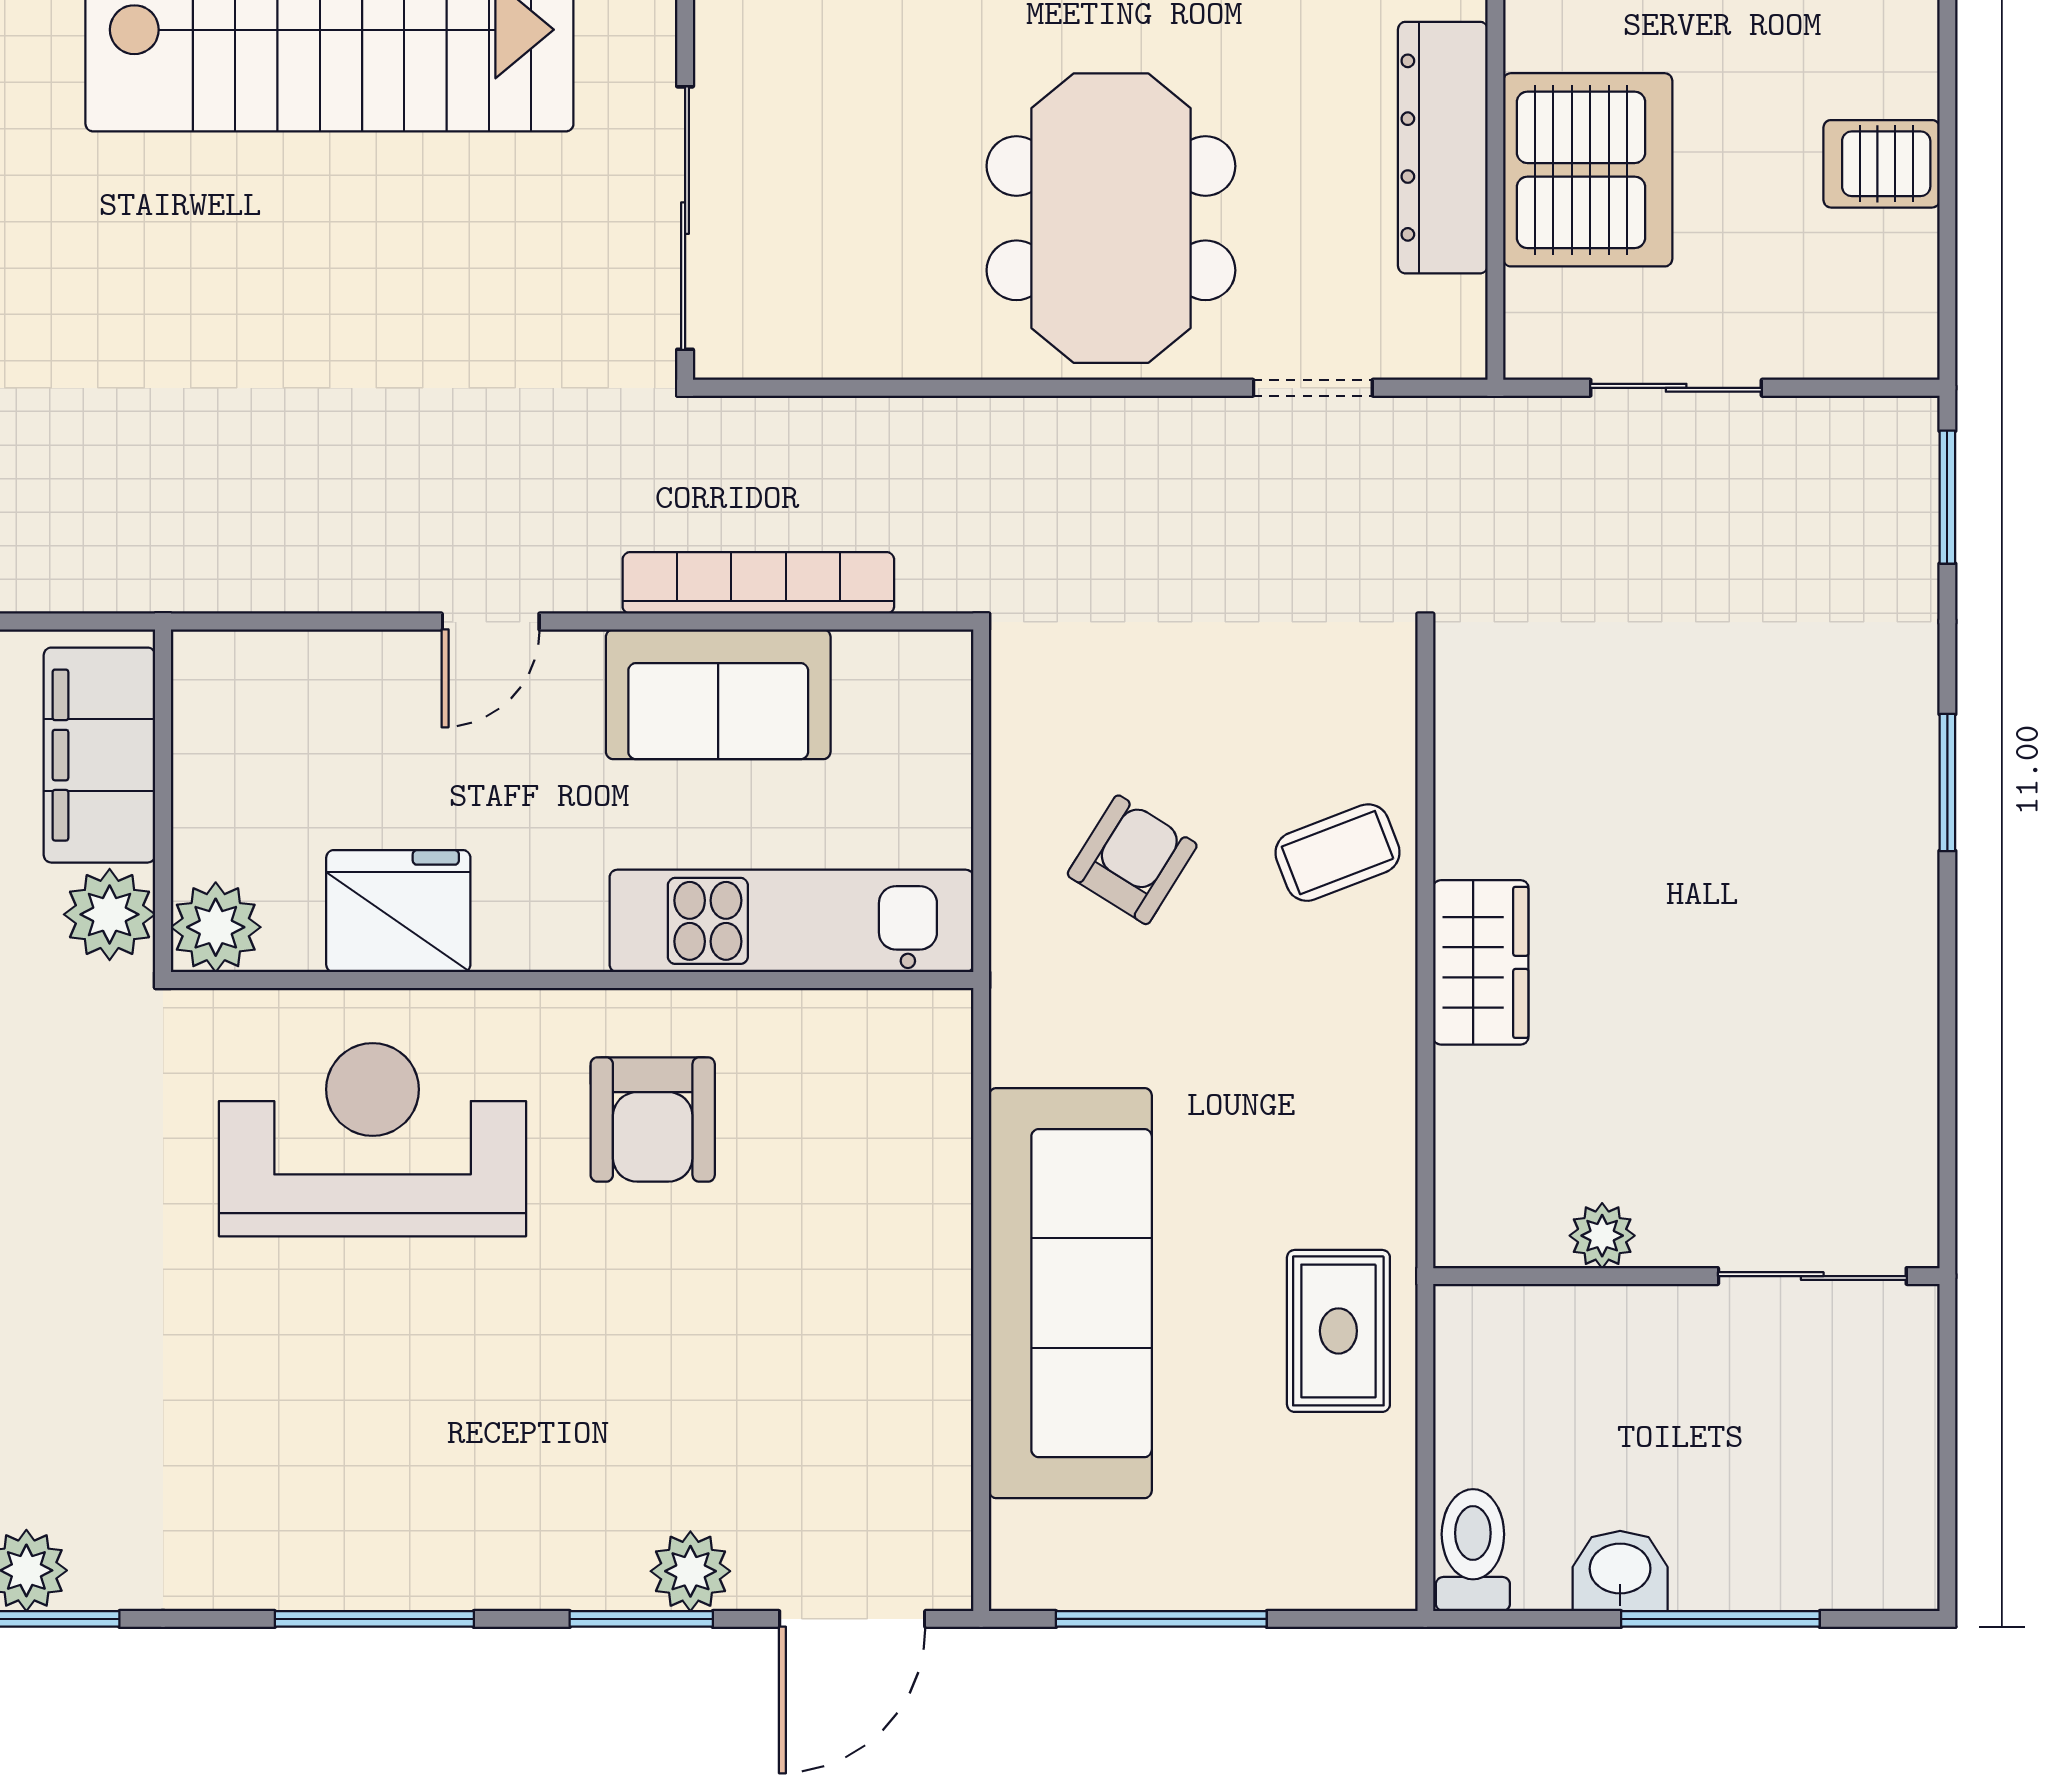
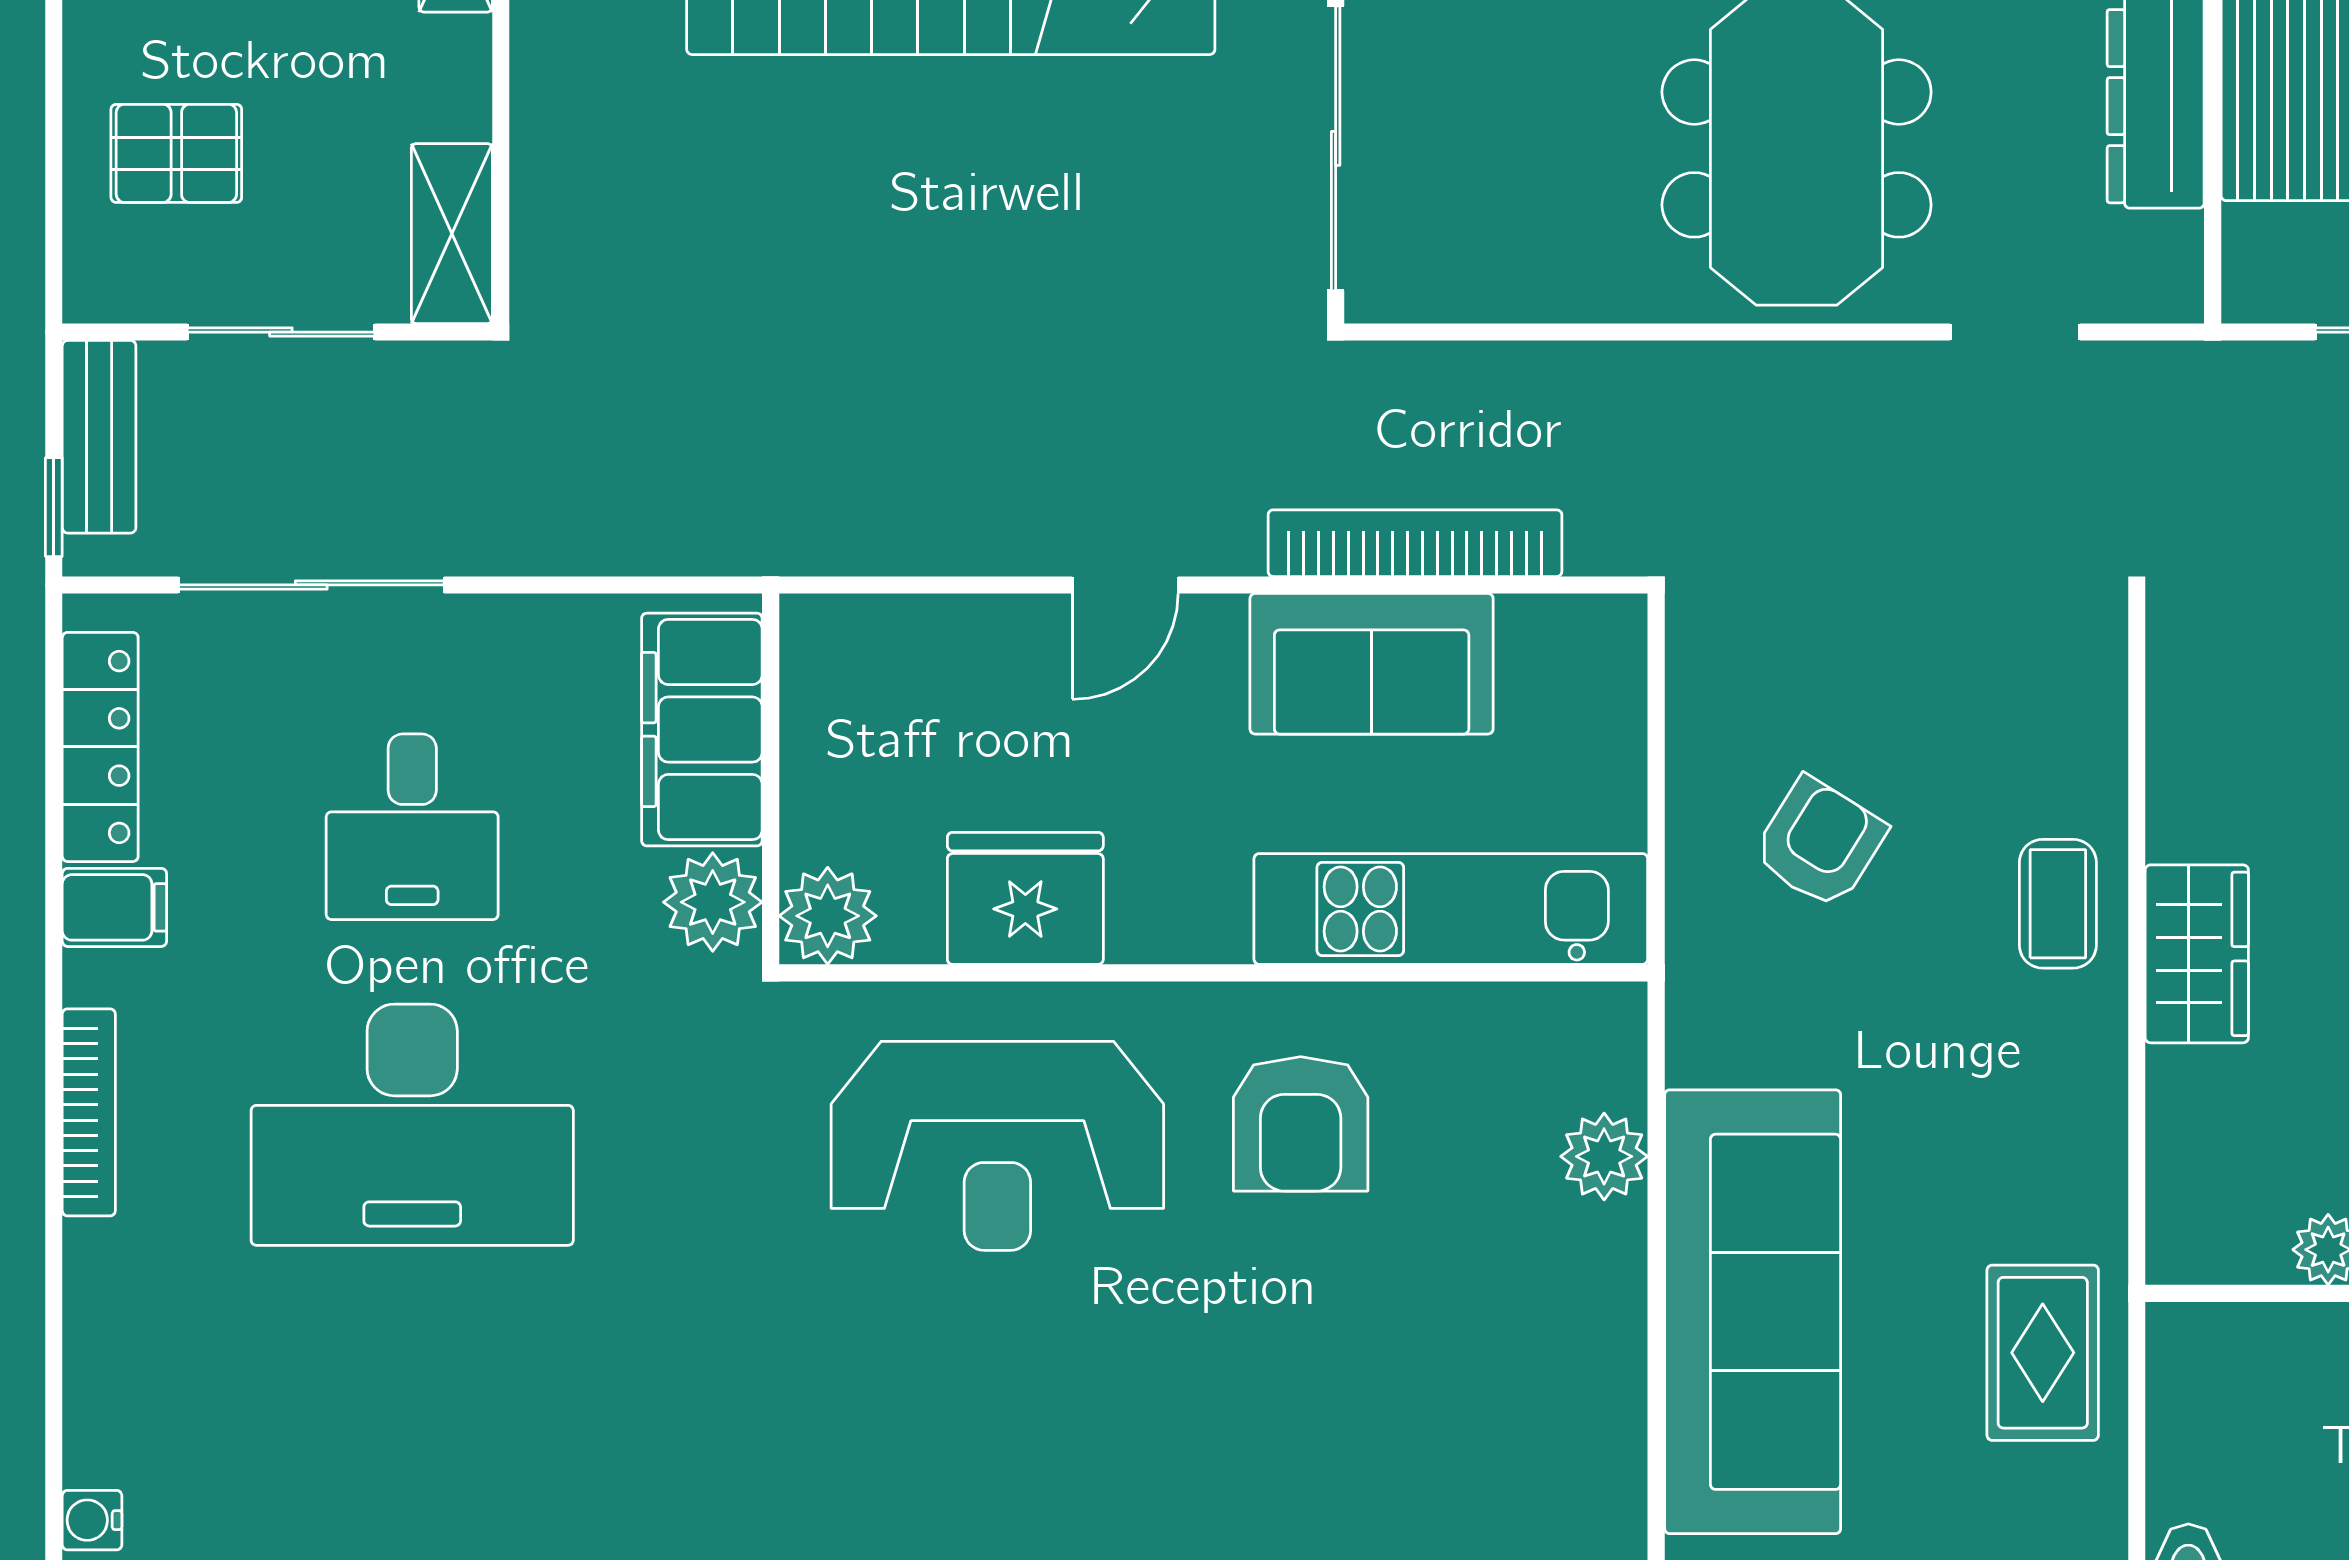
coffee table: (1337, 853) -> (2058, 904), moved, turned -69
reception desk: (373, 1140) -> (997, 1146), turned 180
plant: (933, 1150) -> (1604, 1156), added

